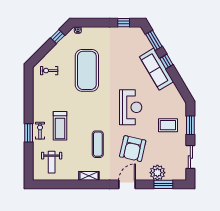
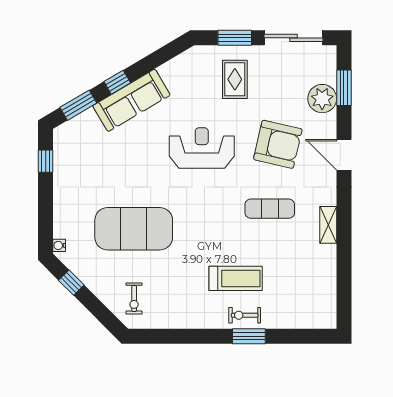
sliding door: (190, 157) -> (293, 38), width x1.37
weight bench: (52, 162) -> (303, 294), removed

